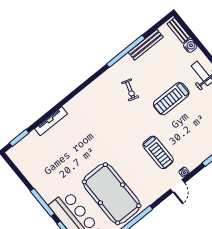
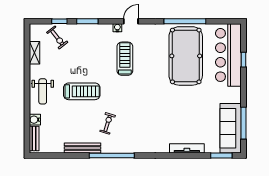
bench: (146, 45) -> (83, 148), moved
window: (126, 51) -> (112, 155), moved
sofa: (29, 165) -> (231, 128), added
window: (42, 202) -> (244, 123), moved

